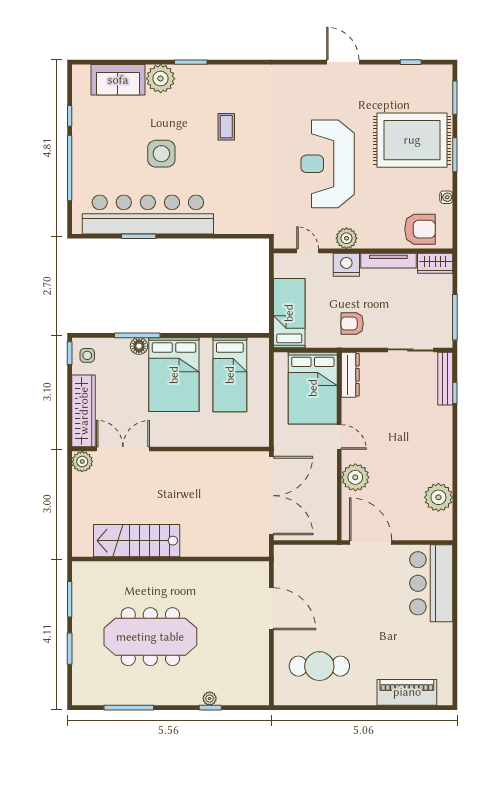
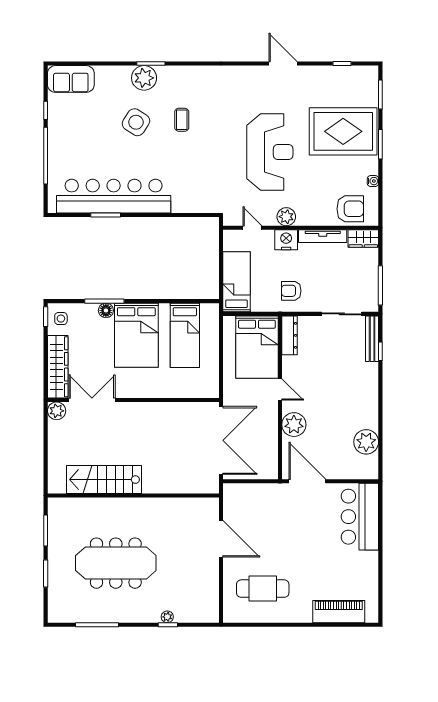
plant: (161, 79) -> (144, 78), moved
sofa: (118, 80) -> (71, 79), moved
side table: (161, 154) -> (136, 122), moved, turned 33
reception desk: (328, 164) -> (270, 152), turned 180

